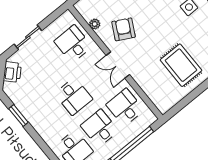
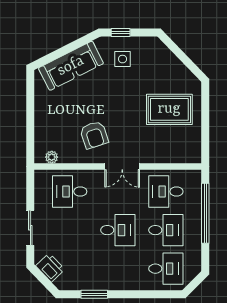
plant: (95, 24) -> (52, 157), moved
armchair: (124, 29) -> (94, 135), turned -136
desk: (100, 128) -> (166, 230), turned 180

